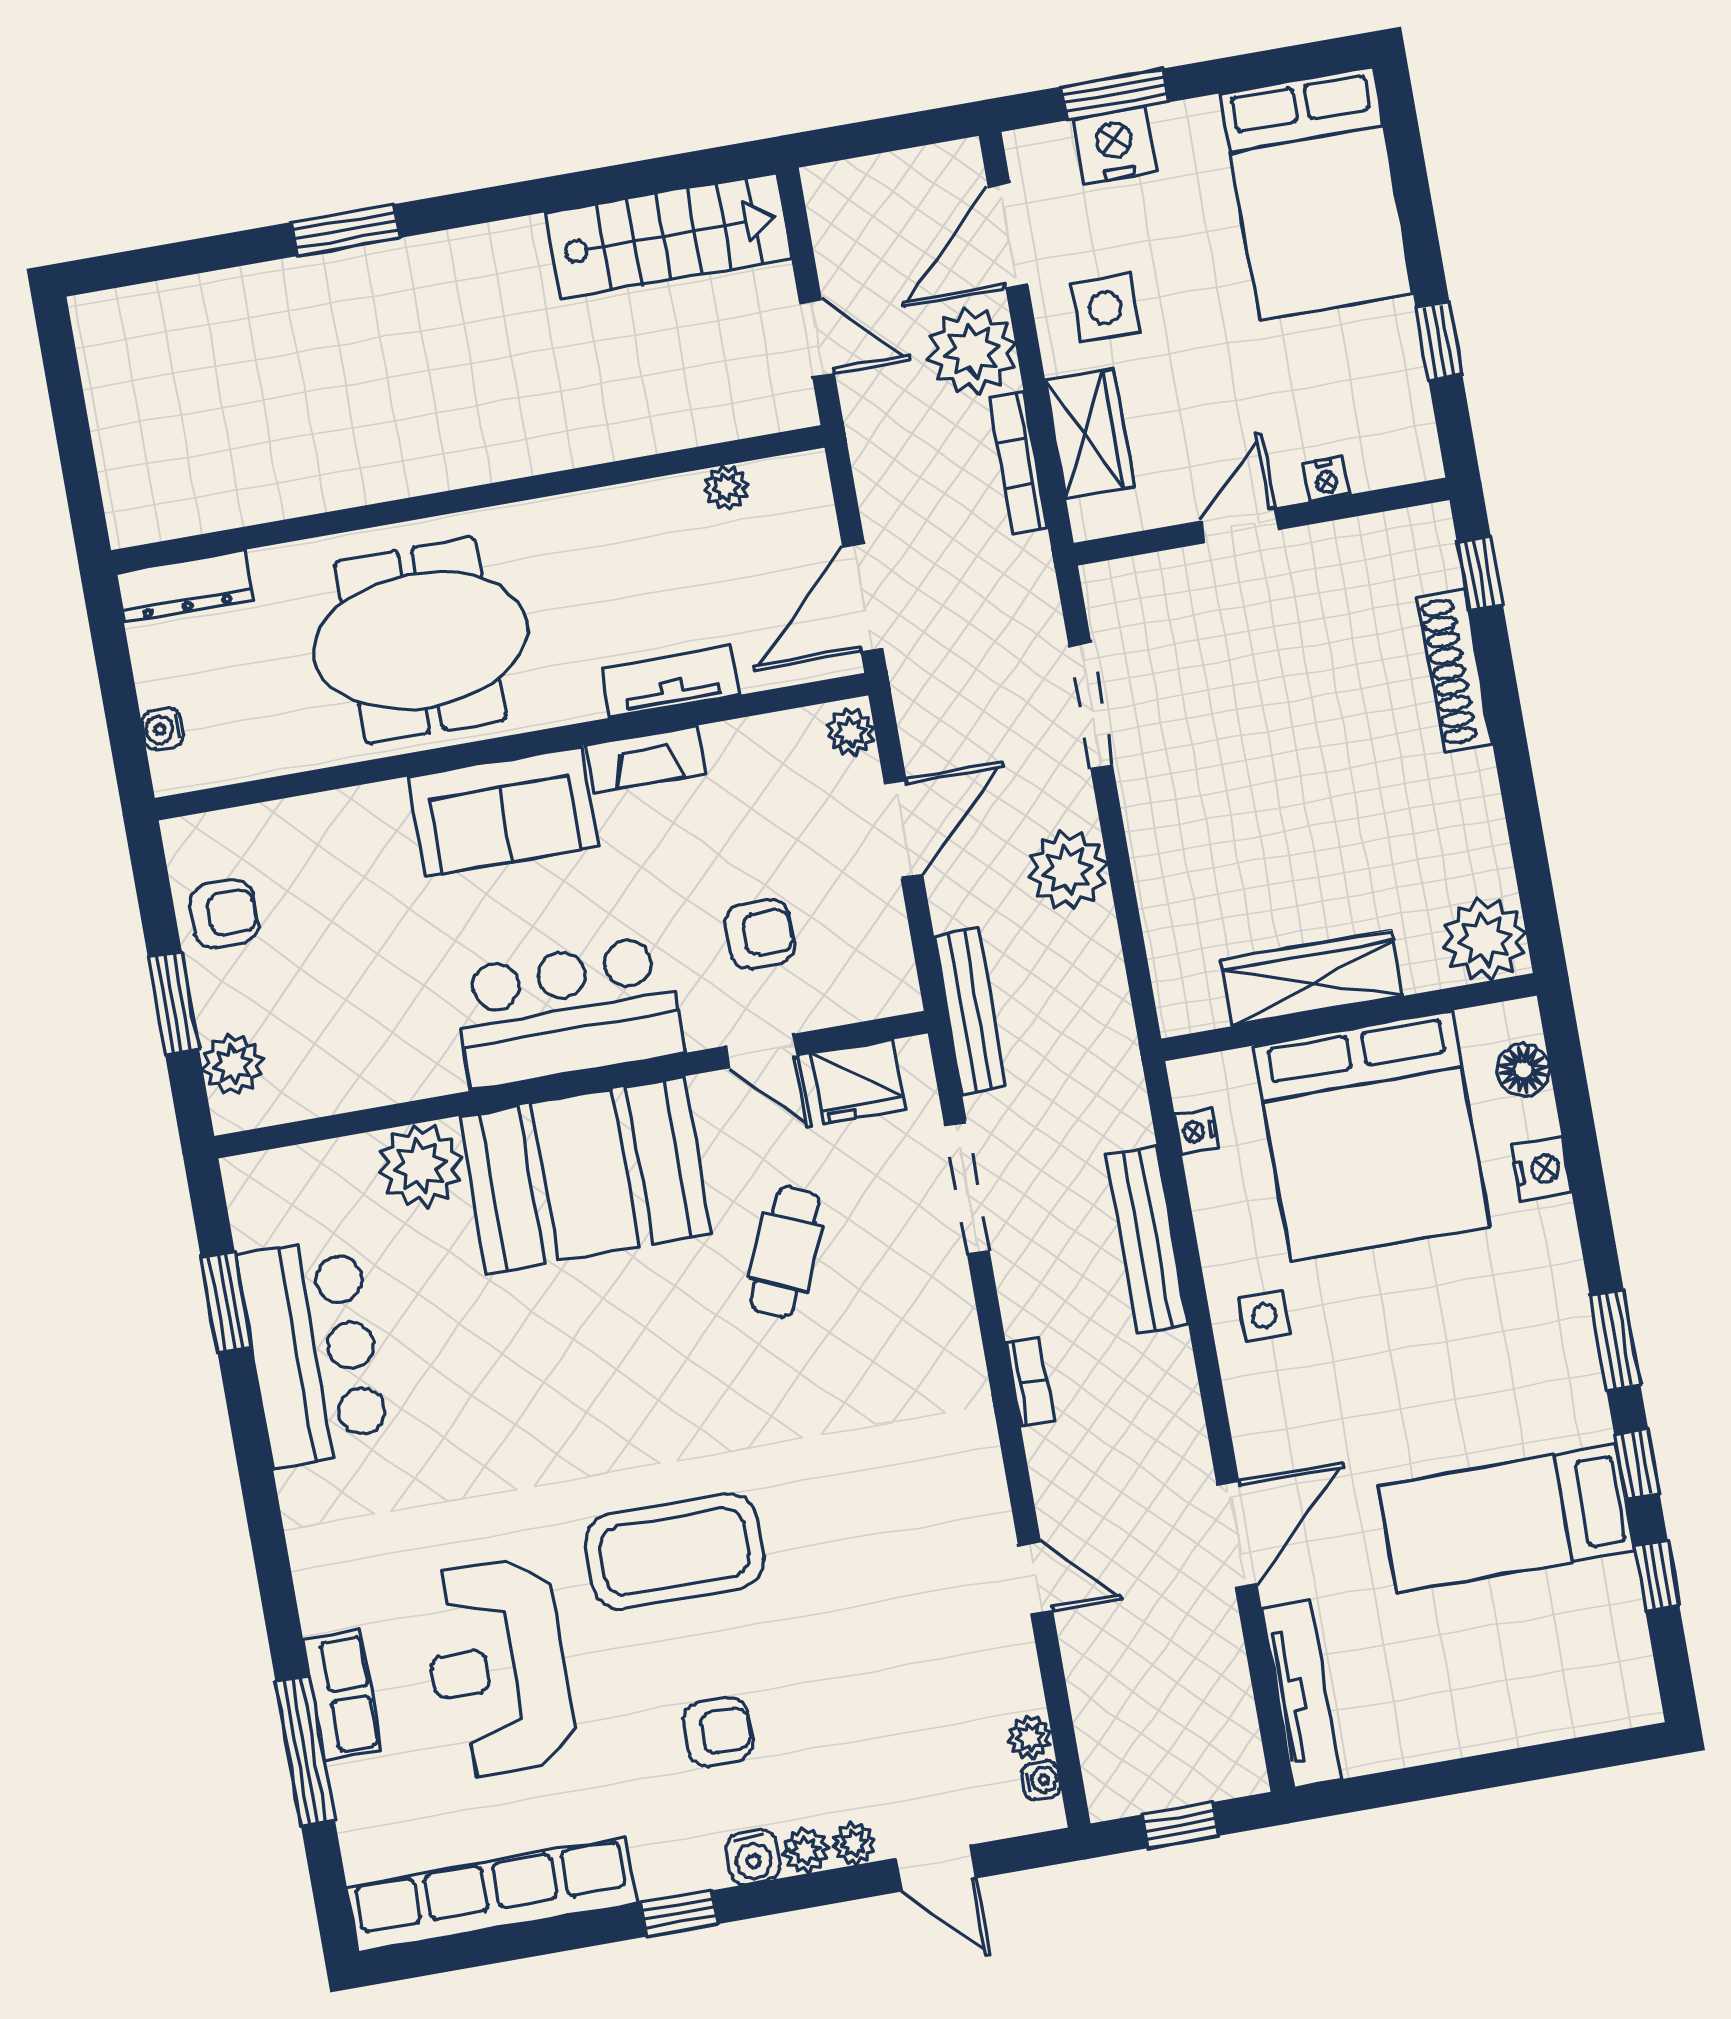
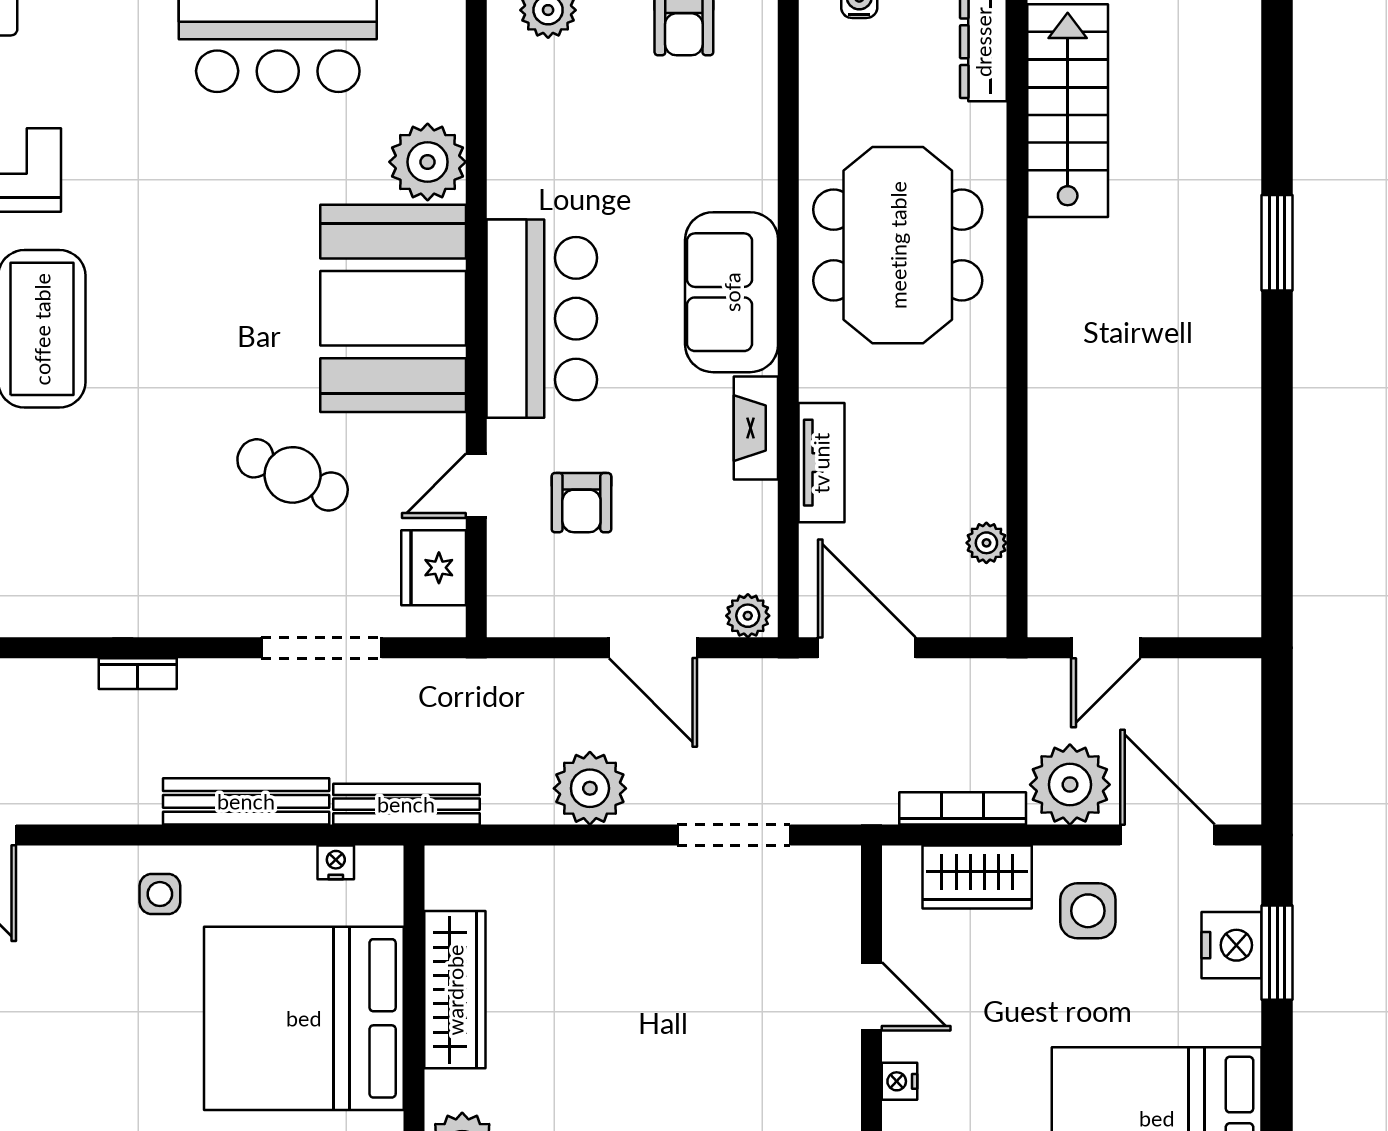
stairs: (668, 235) -> (1068, 111), moved, turned 180
bench: (970, 1011) -> (406, 804), moved

